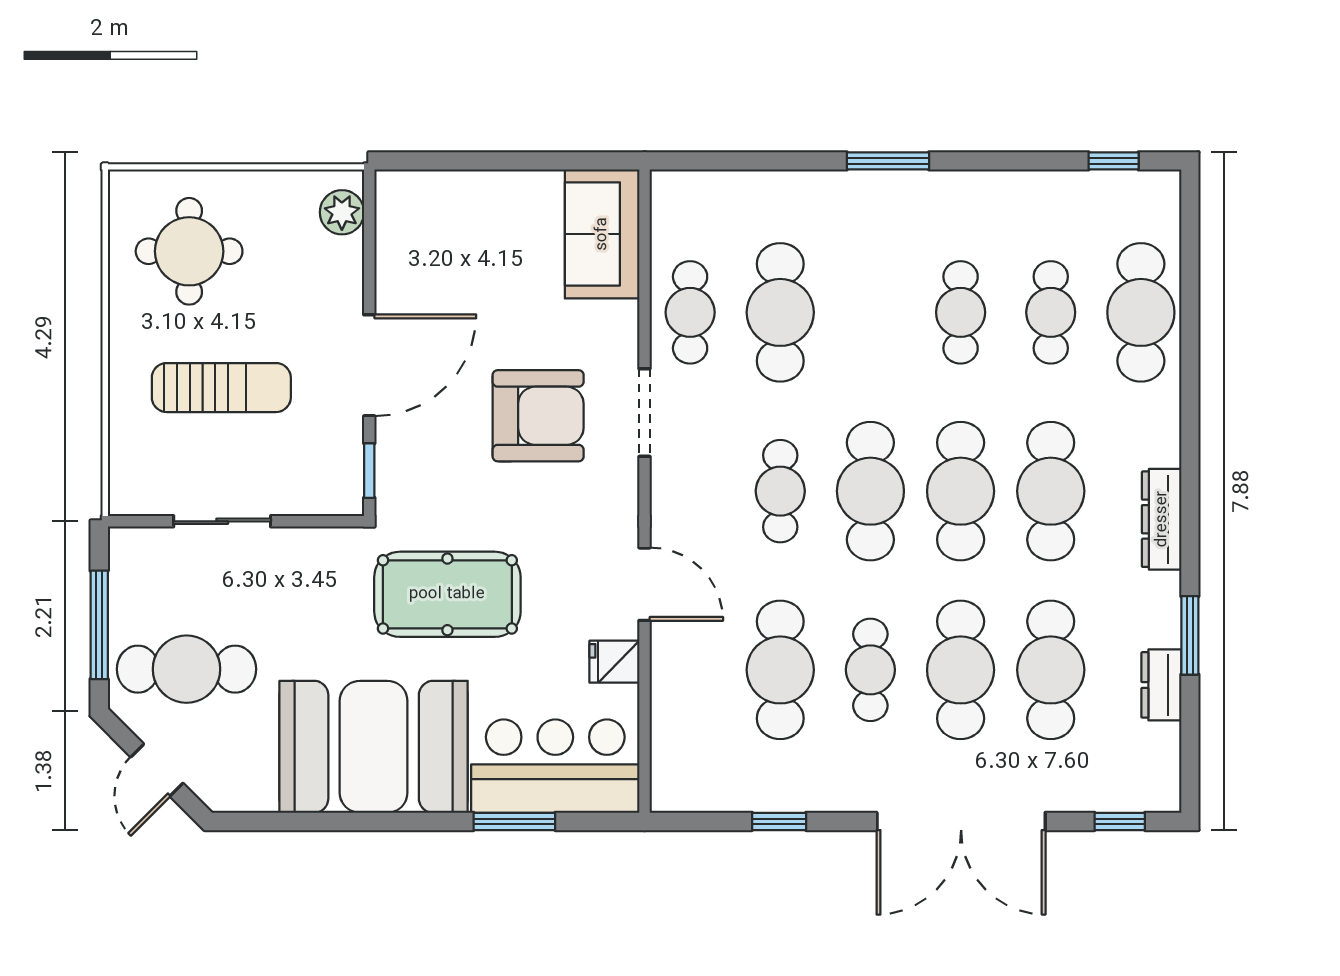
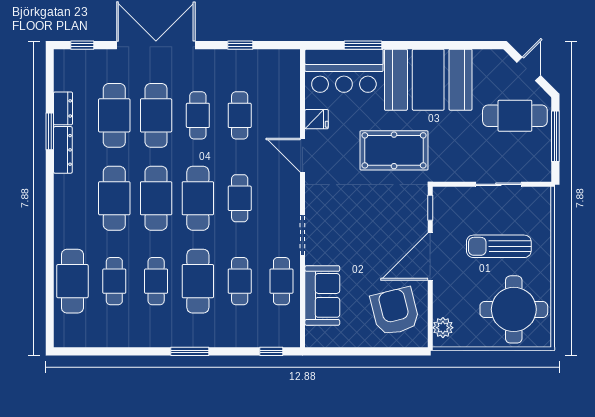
window: (1114, 161) -> (271, 351), moved
sofa: (602, 234) -> (322, 295), moved
round table: (189, 251) -> (514, 309), width x1.36, depth x1.36
cafe table: (780, 312) -> (240, 281), width x0.73, depth x0.74
cafe table: (870, 312) -> (198, 281), added
armchair: (538, 416) -> (395, 311), moved, turned 76
dresser: (1162, 519) -> (63, 150), moved
cafe table: (780, 670) -> (240, 115), width x0.73, depth x0.74

